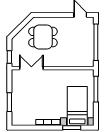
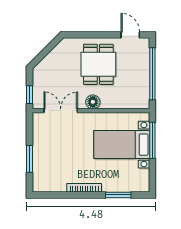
dining table: (43, 37) -> (98, 64), moved, turned 90
floor lamp: (54, 62) -> (93, 102), added
bed with nightstands: (77, 106) -> (122, 145), moved, turned -90

